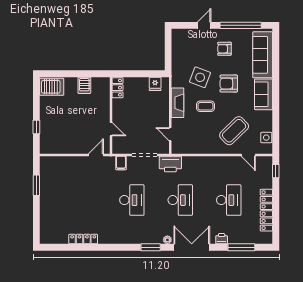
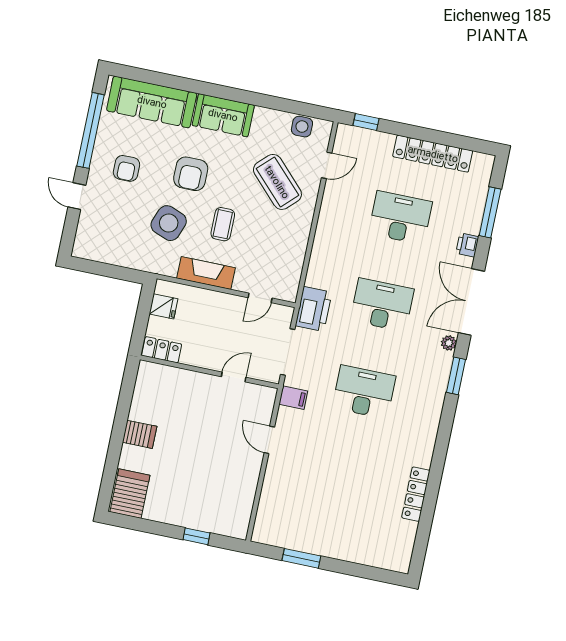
locker: (117, 88) -> (162, 350), moved
wall: (111, 115) -> (209, 372), moved
door: (111, 129) -> (234, 377), moved

